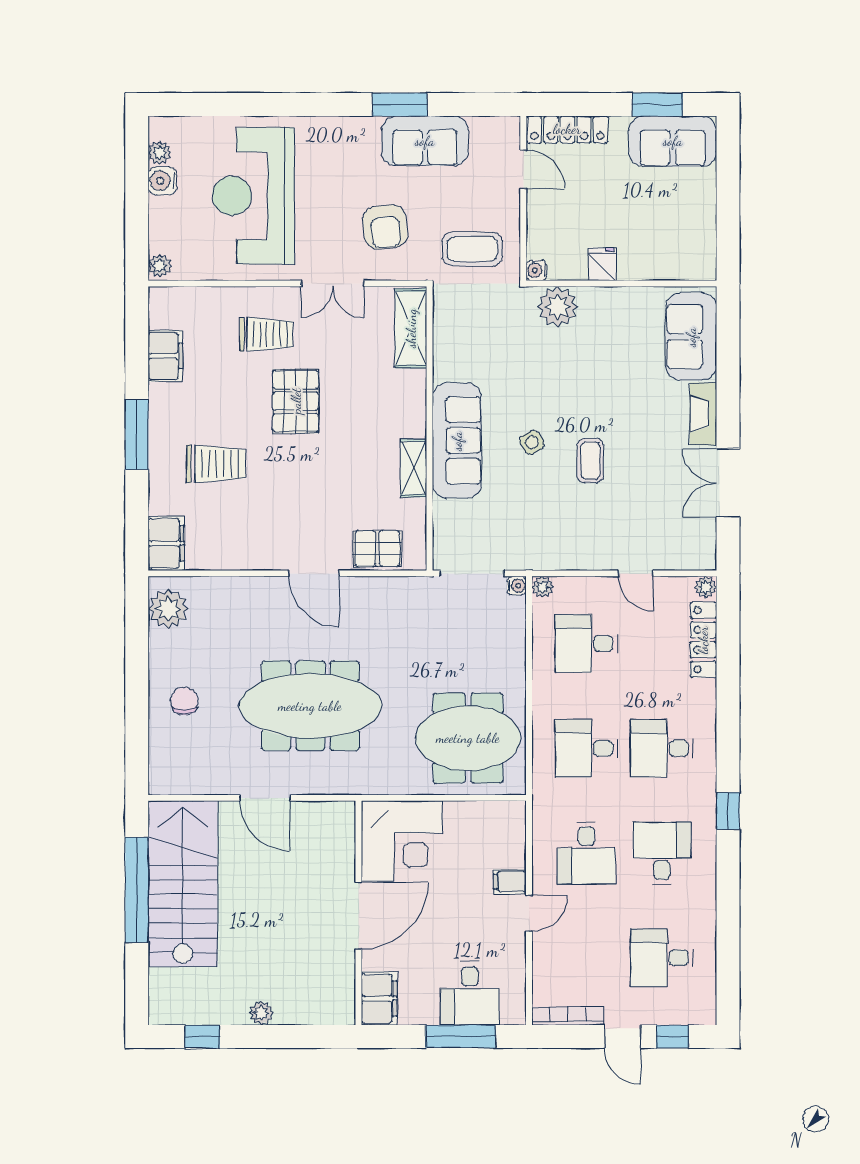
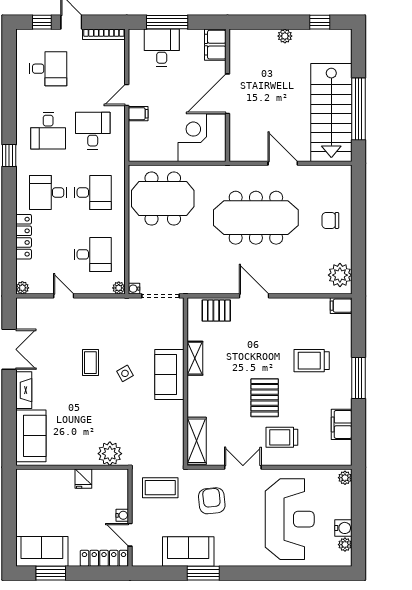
water cooler: (536, 270) -> (122, 515), moved
sofa: (457, 441) -> (169, 374), width x0.73
filing cabinet: (166, 543) -> (341, 306), width x0.50
locker: (703, 640) -> (24, 237), moved
chair: (184, 701) -> (330, 220), turned 90
desk: (662, 748) -> (48, 192), turned 180

